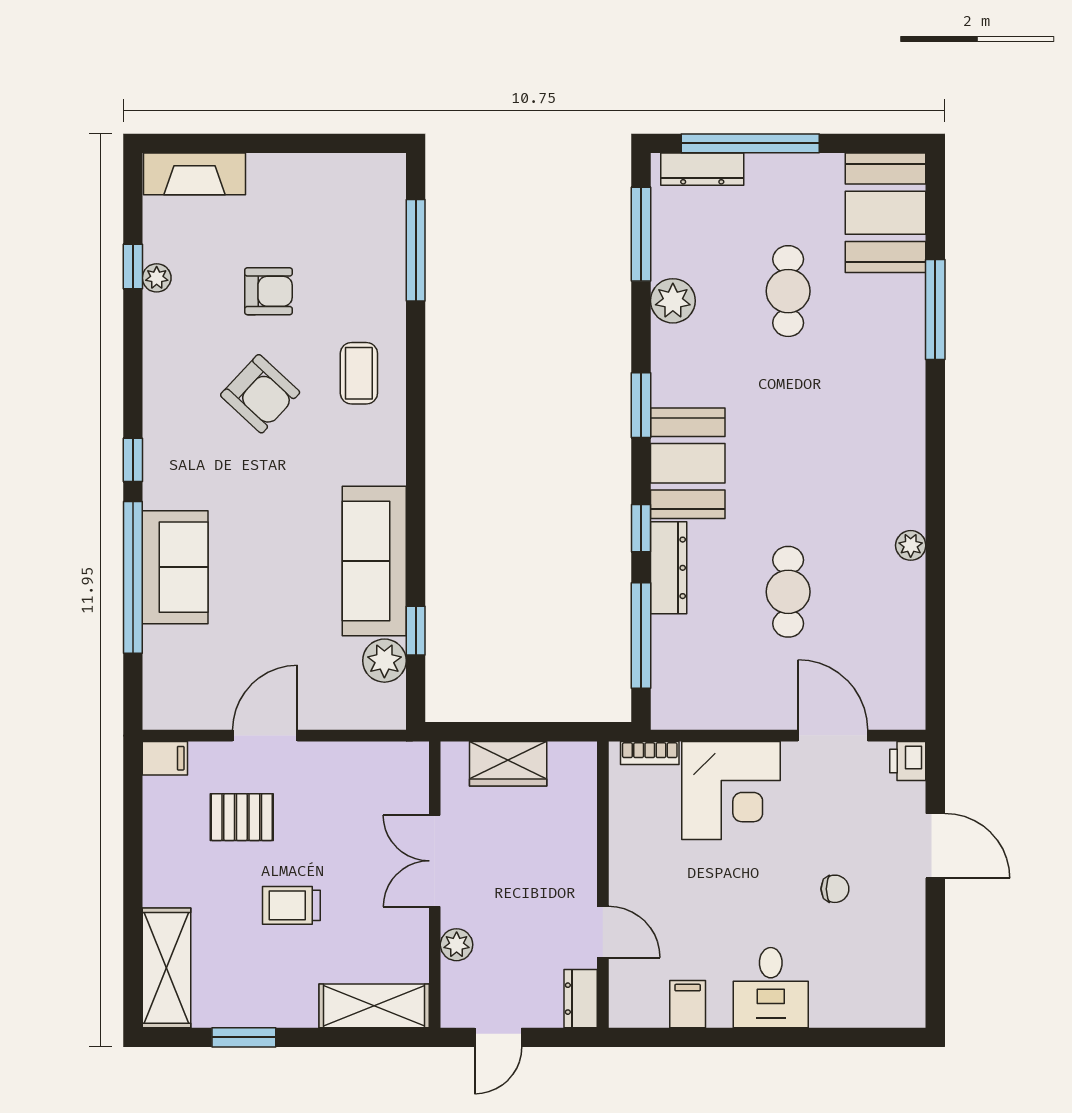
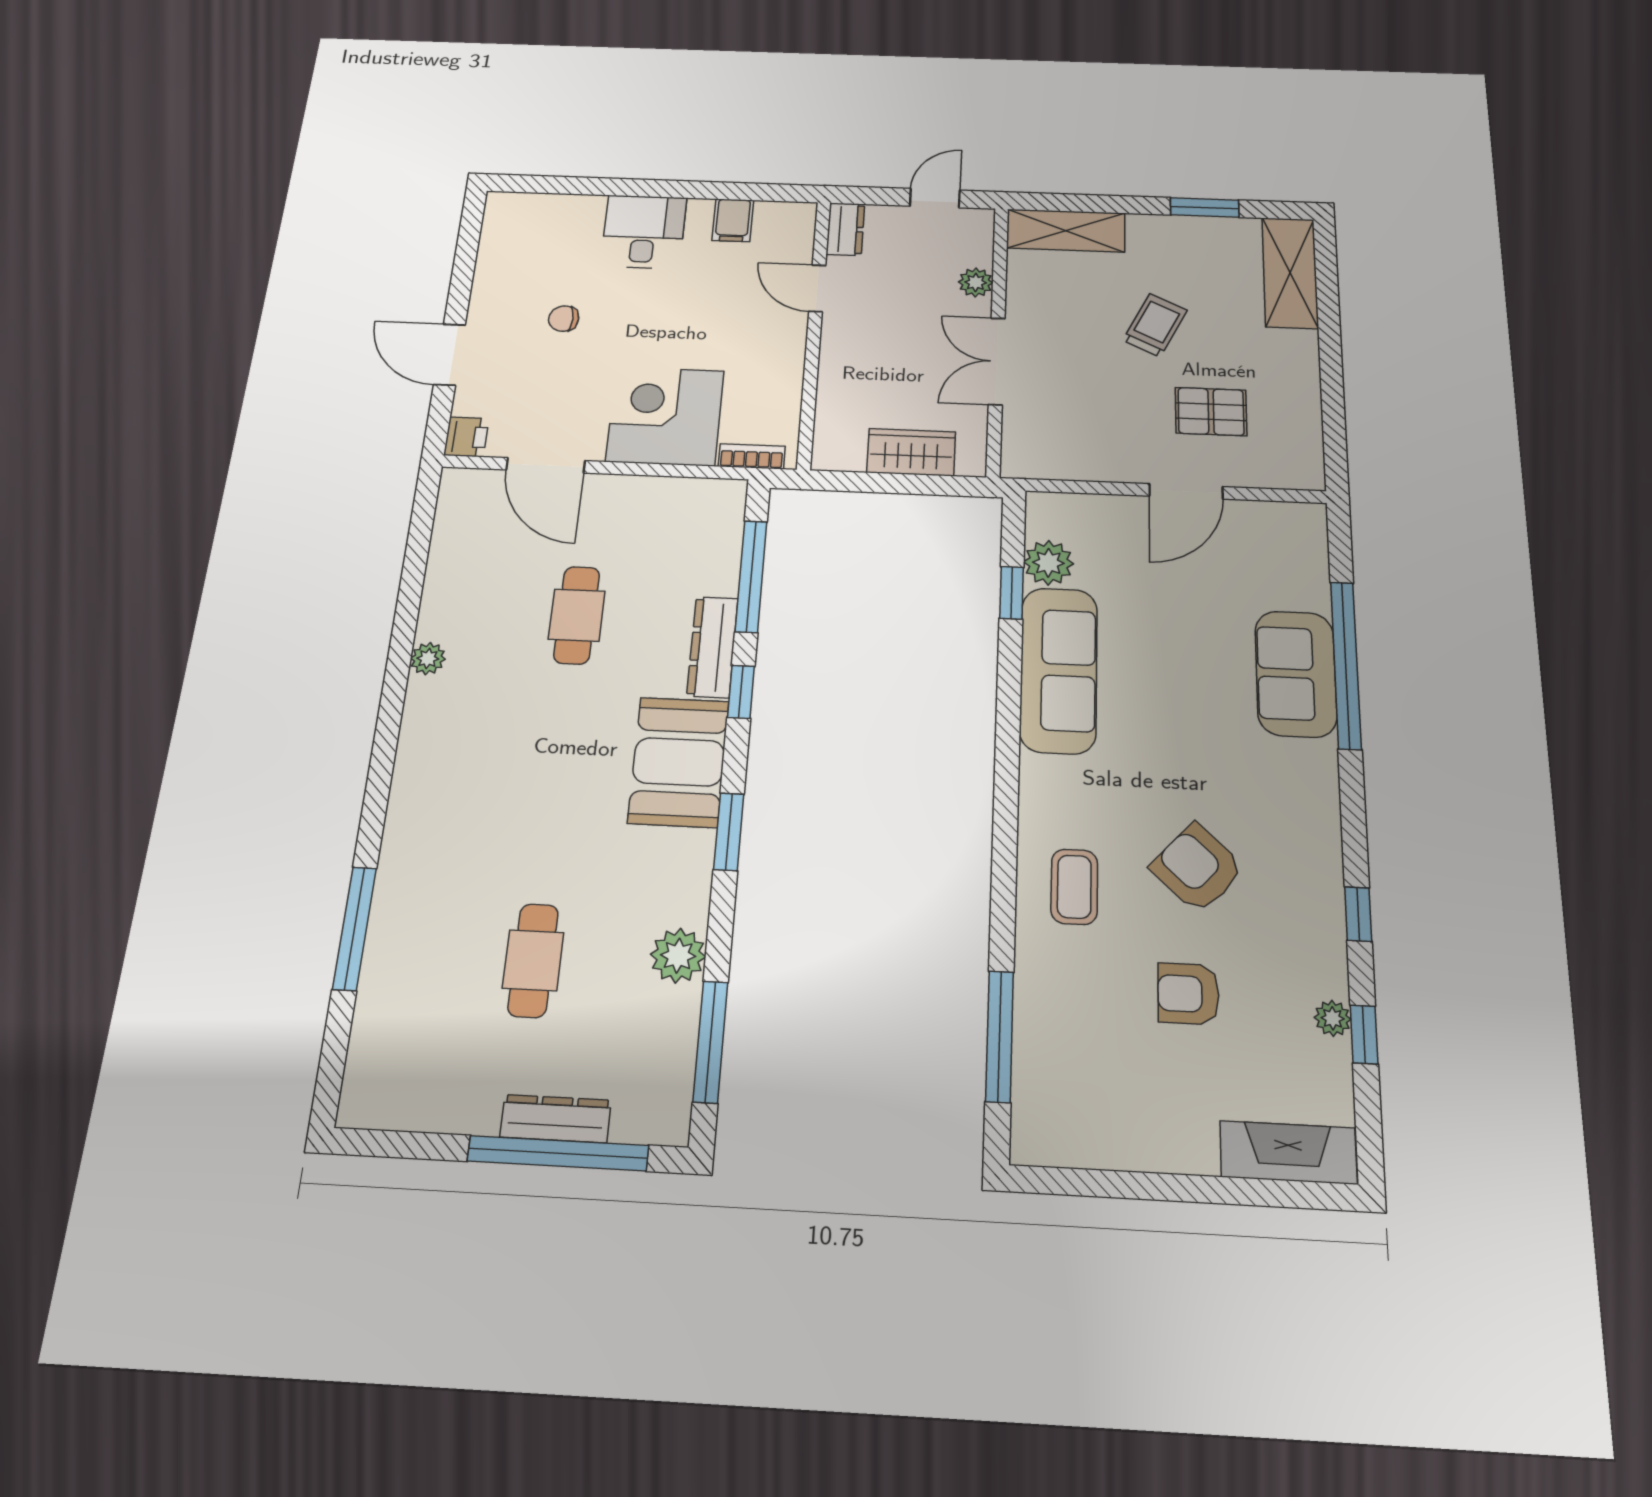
dresser: (702, 169) -> (556, 1119), moved
booth: (886, 213) -> (397, 1053), removed
window: (133, 460) -> (1358, 914), moved
filing cabinet: (165, 758) -> (1300, 473), removed
double door: (435, 861) -> (997, 361), swing flipped
trolley: (291, 905) -> (1155, 325), turned -64

